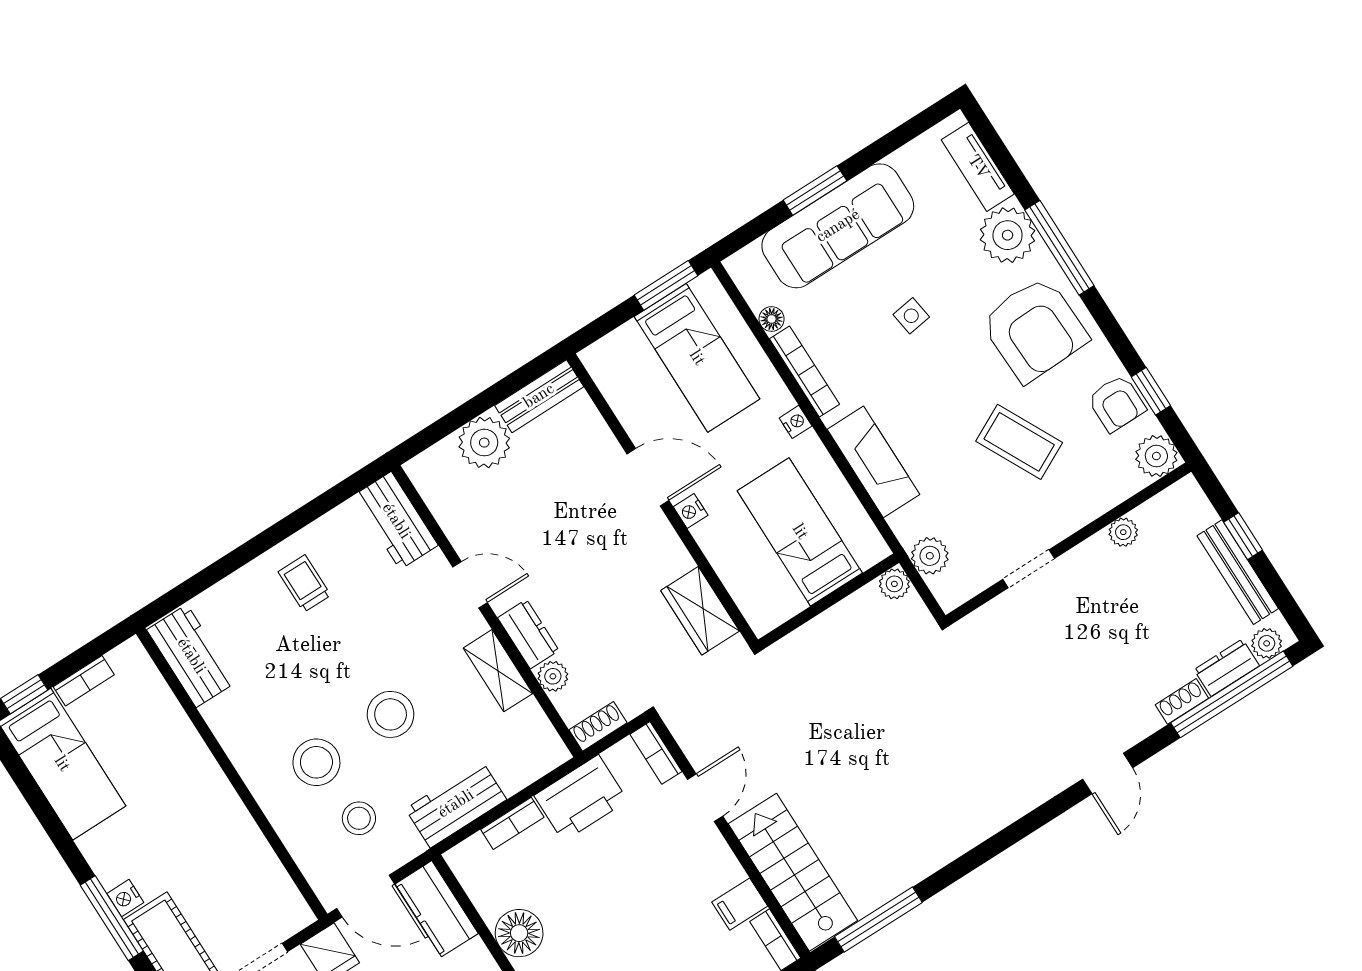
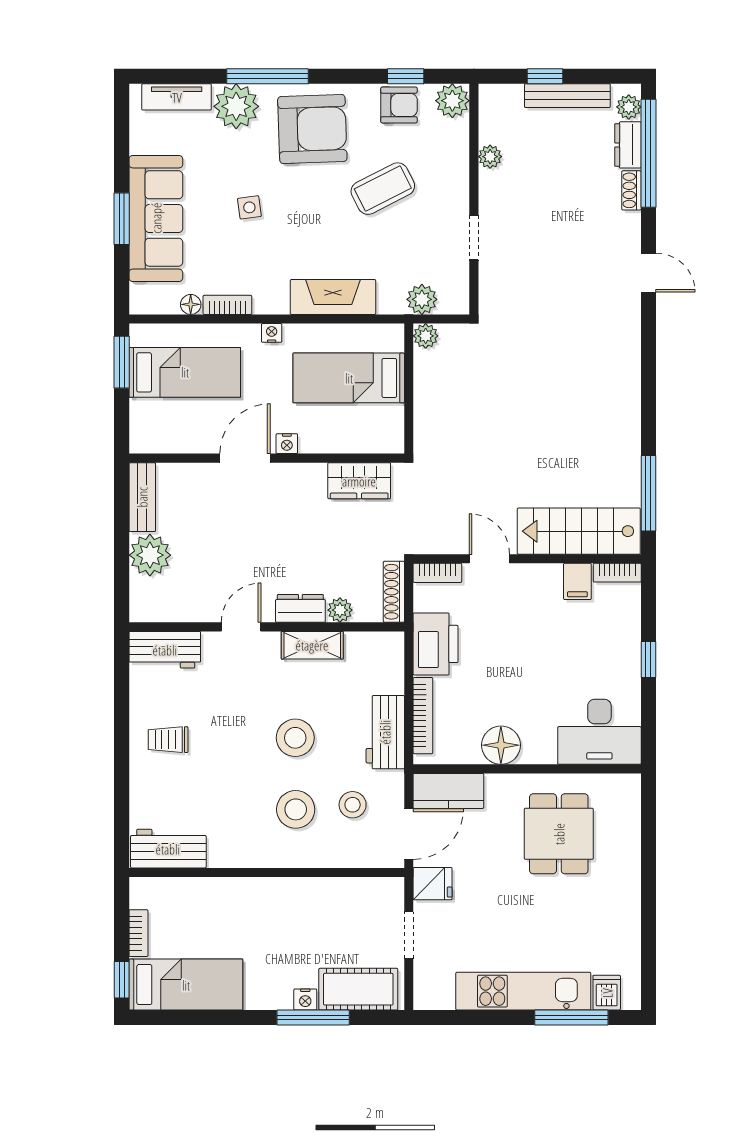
bookcase: (804, 372) -> (227, 305), width x0.64
shoe rack: (598, 726) -> (394, 592), width x1.43
bookcase: (512, 823) -> (423, 716), width x1.56

